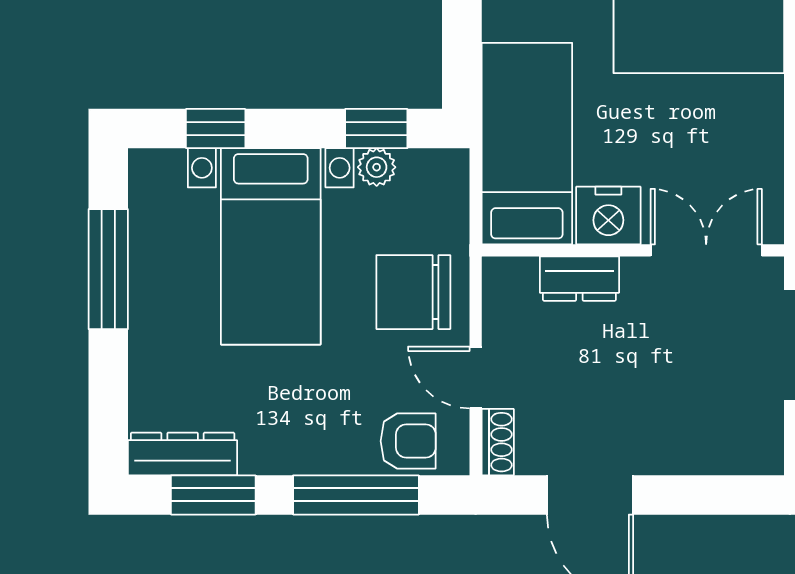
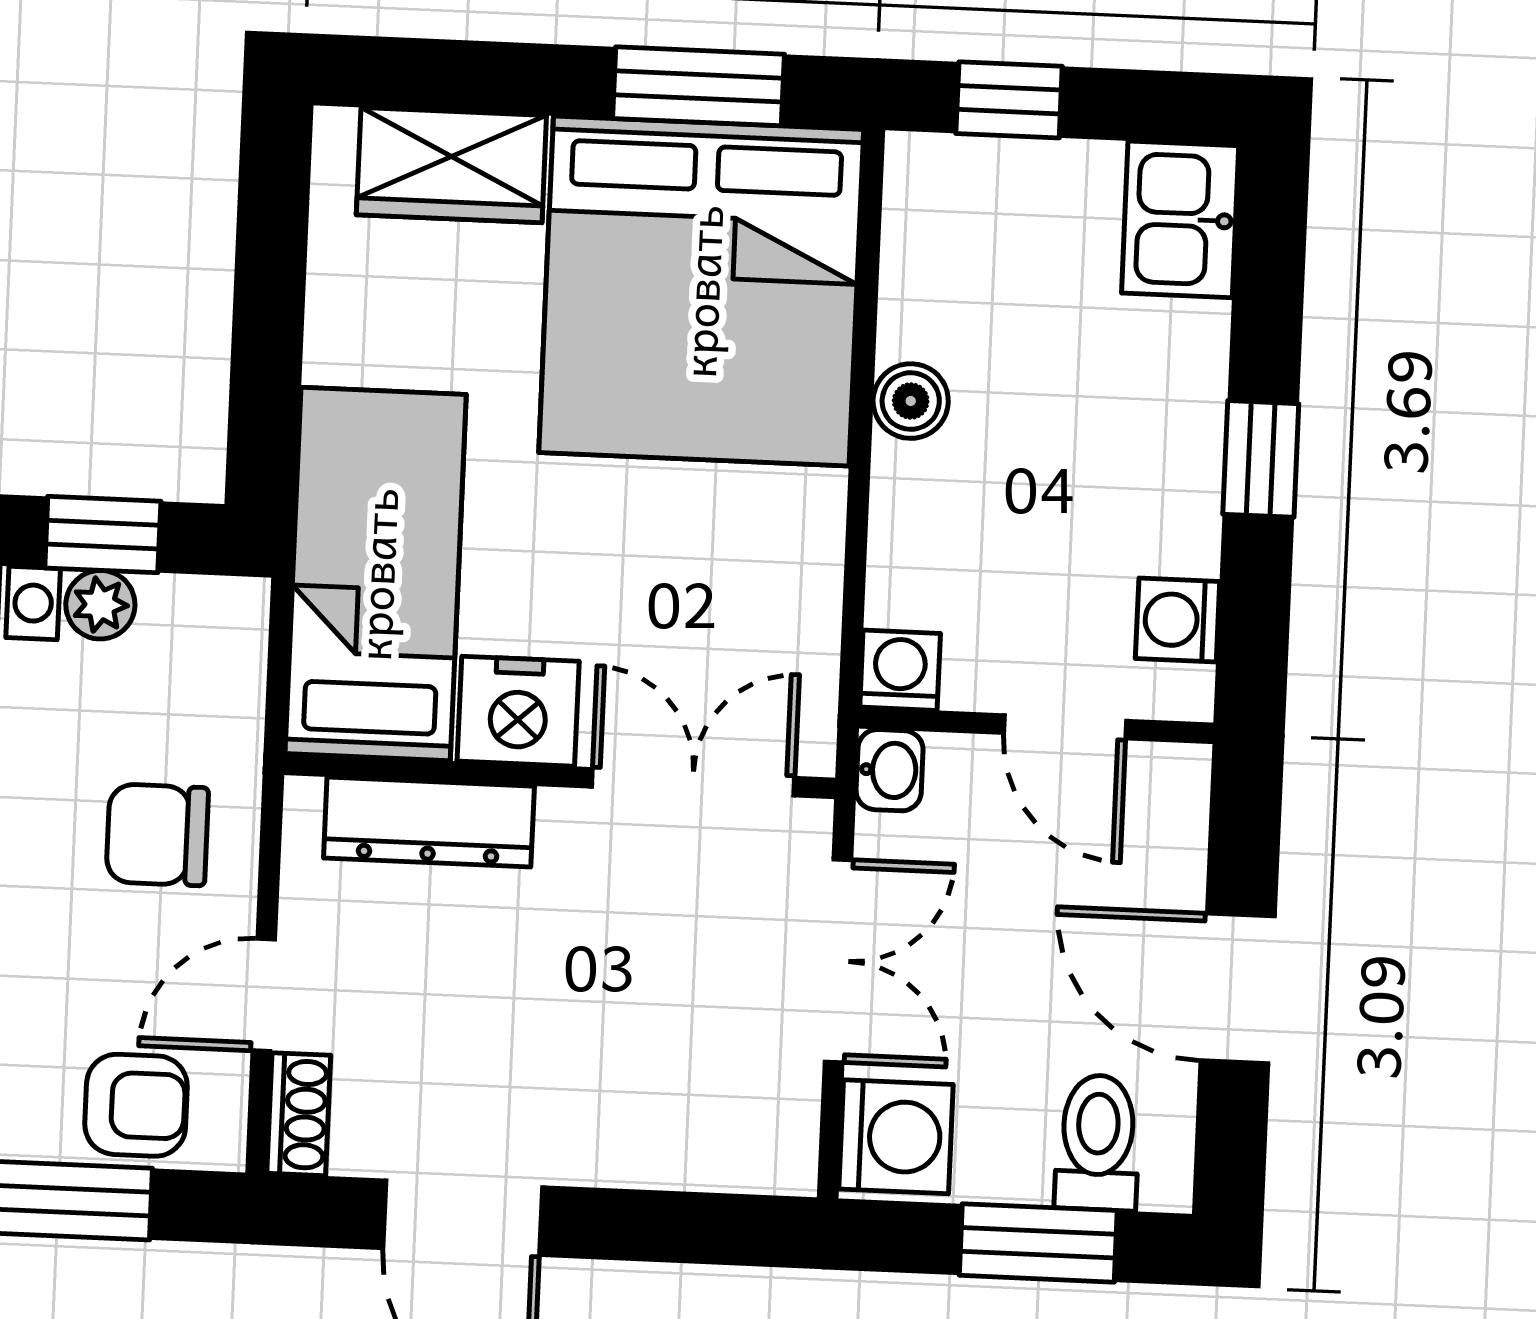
dresser: (579, 279) -> (429, 822), width x1.44
chair: (413, 292) -> (157, 835), width x0.73, depth x0.73
door: (476, 377) -> (264, 995), hinge flipped

